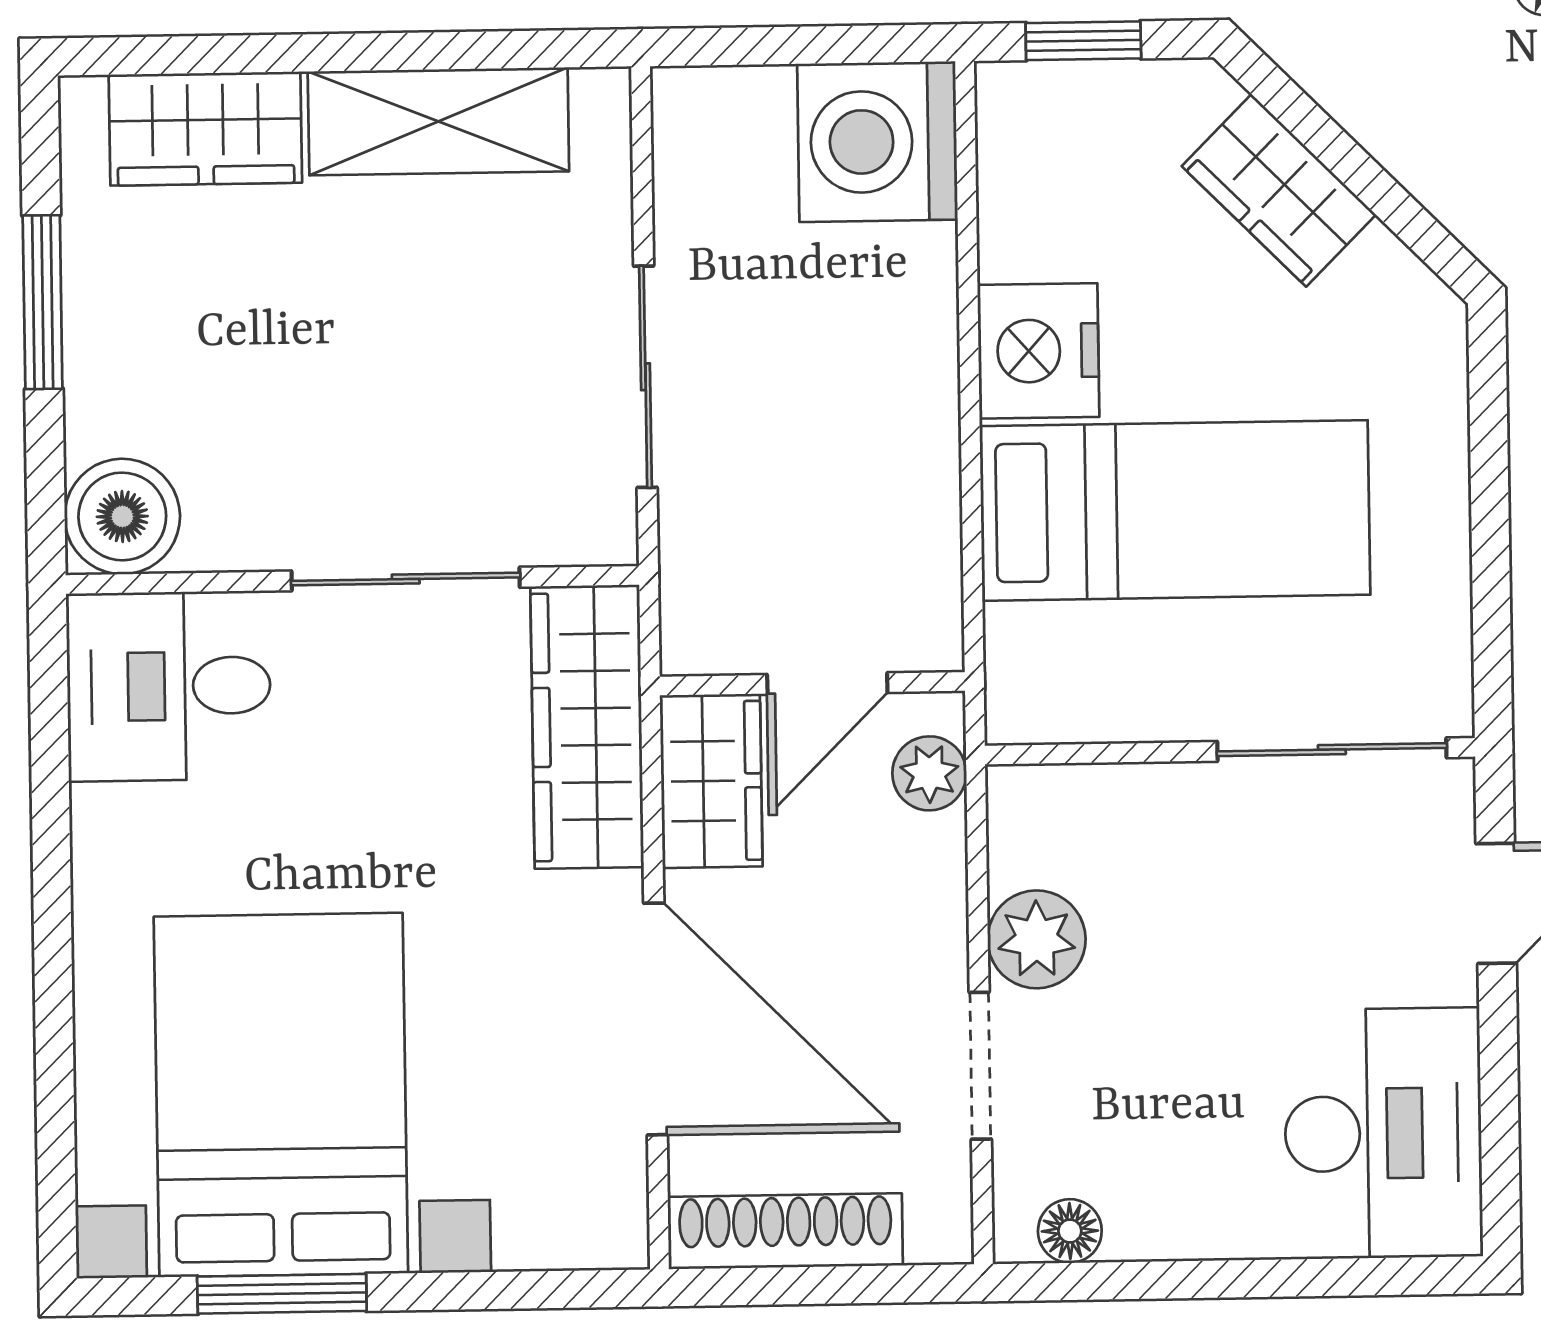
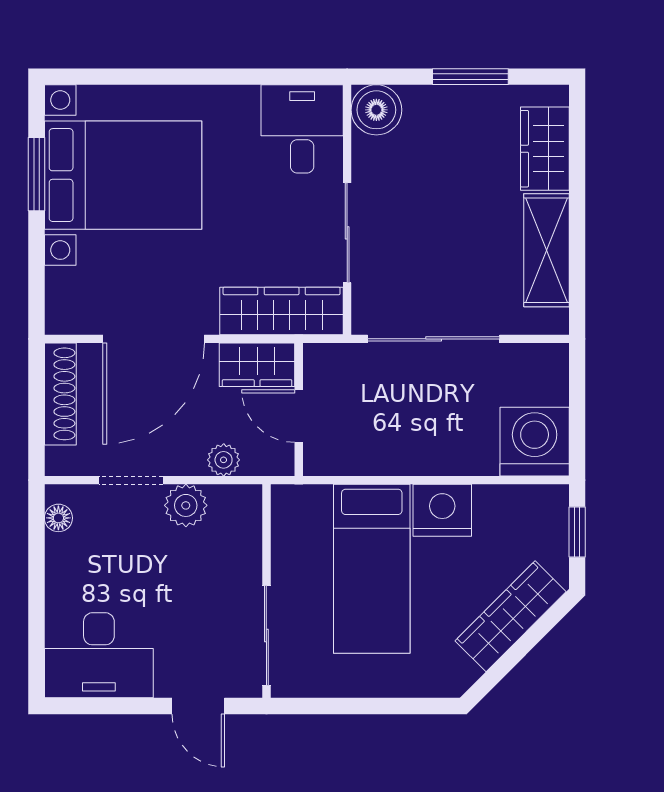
wardrobe: (1279, 190) -> (511, 616), width x1.50
sliding door: (645, 377) -> (434, 339), width x1.37
plant: (929, 773) -> (224, 460), moved

